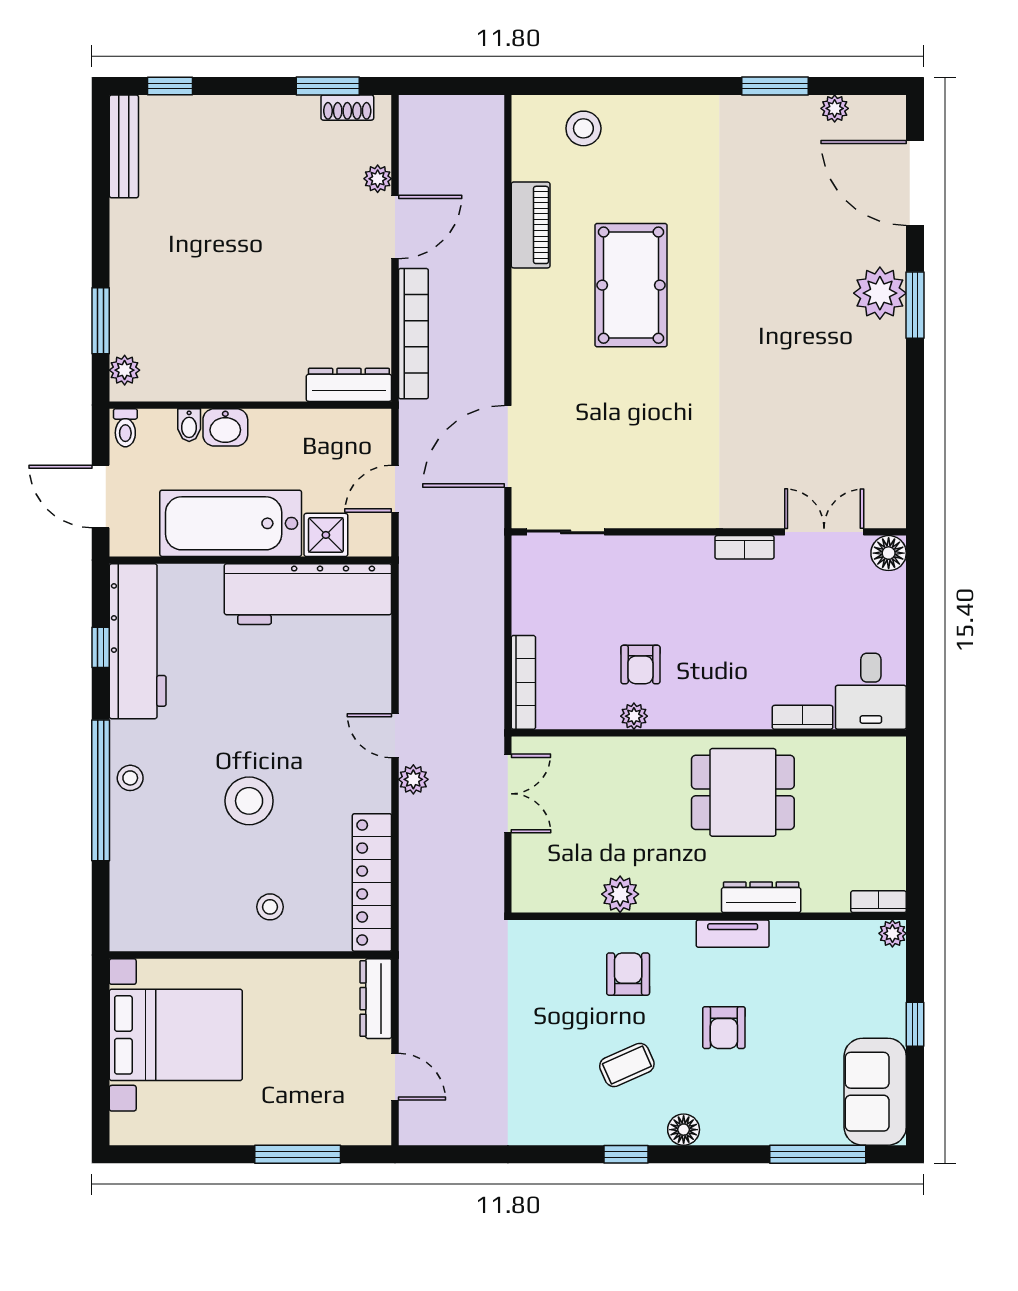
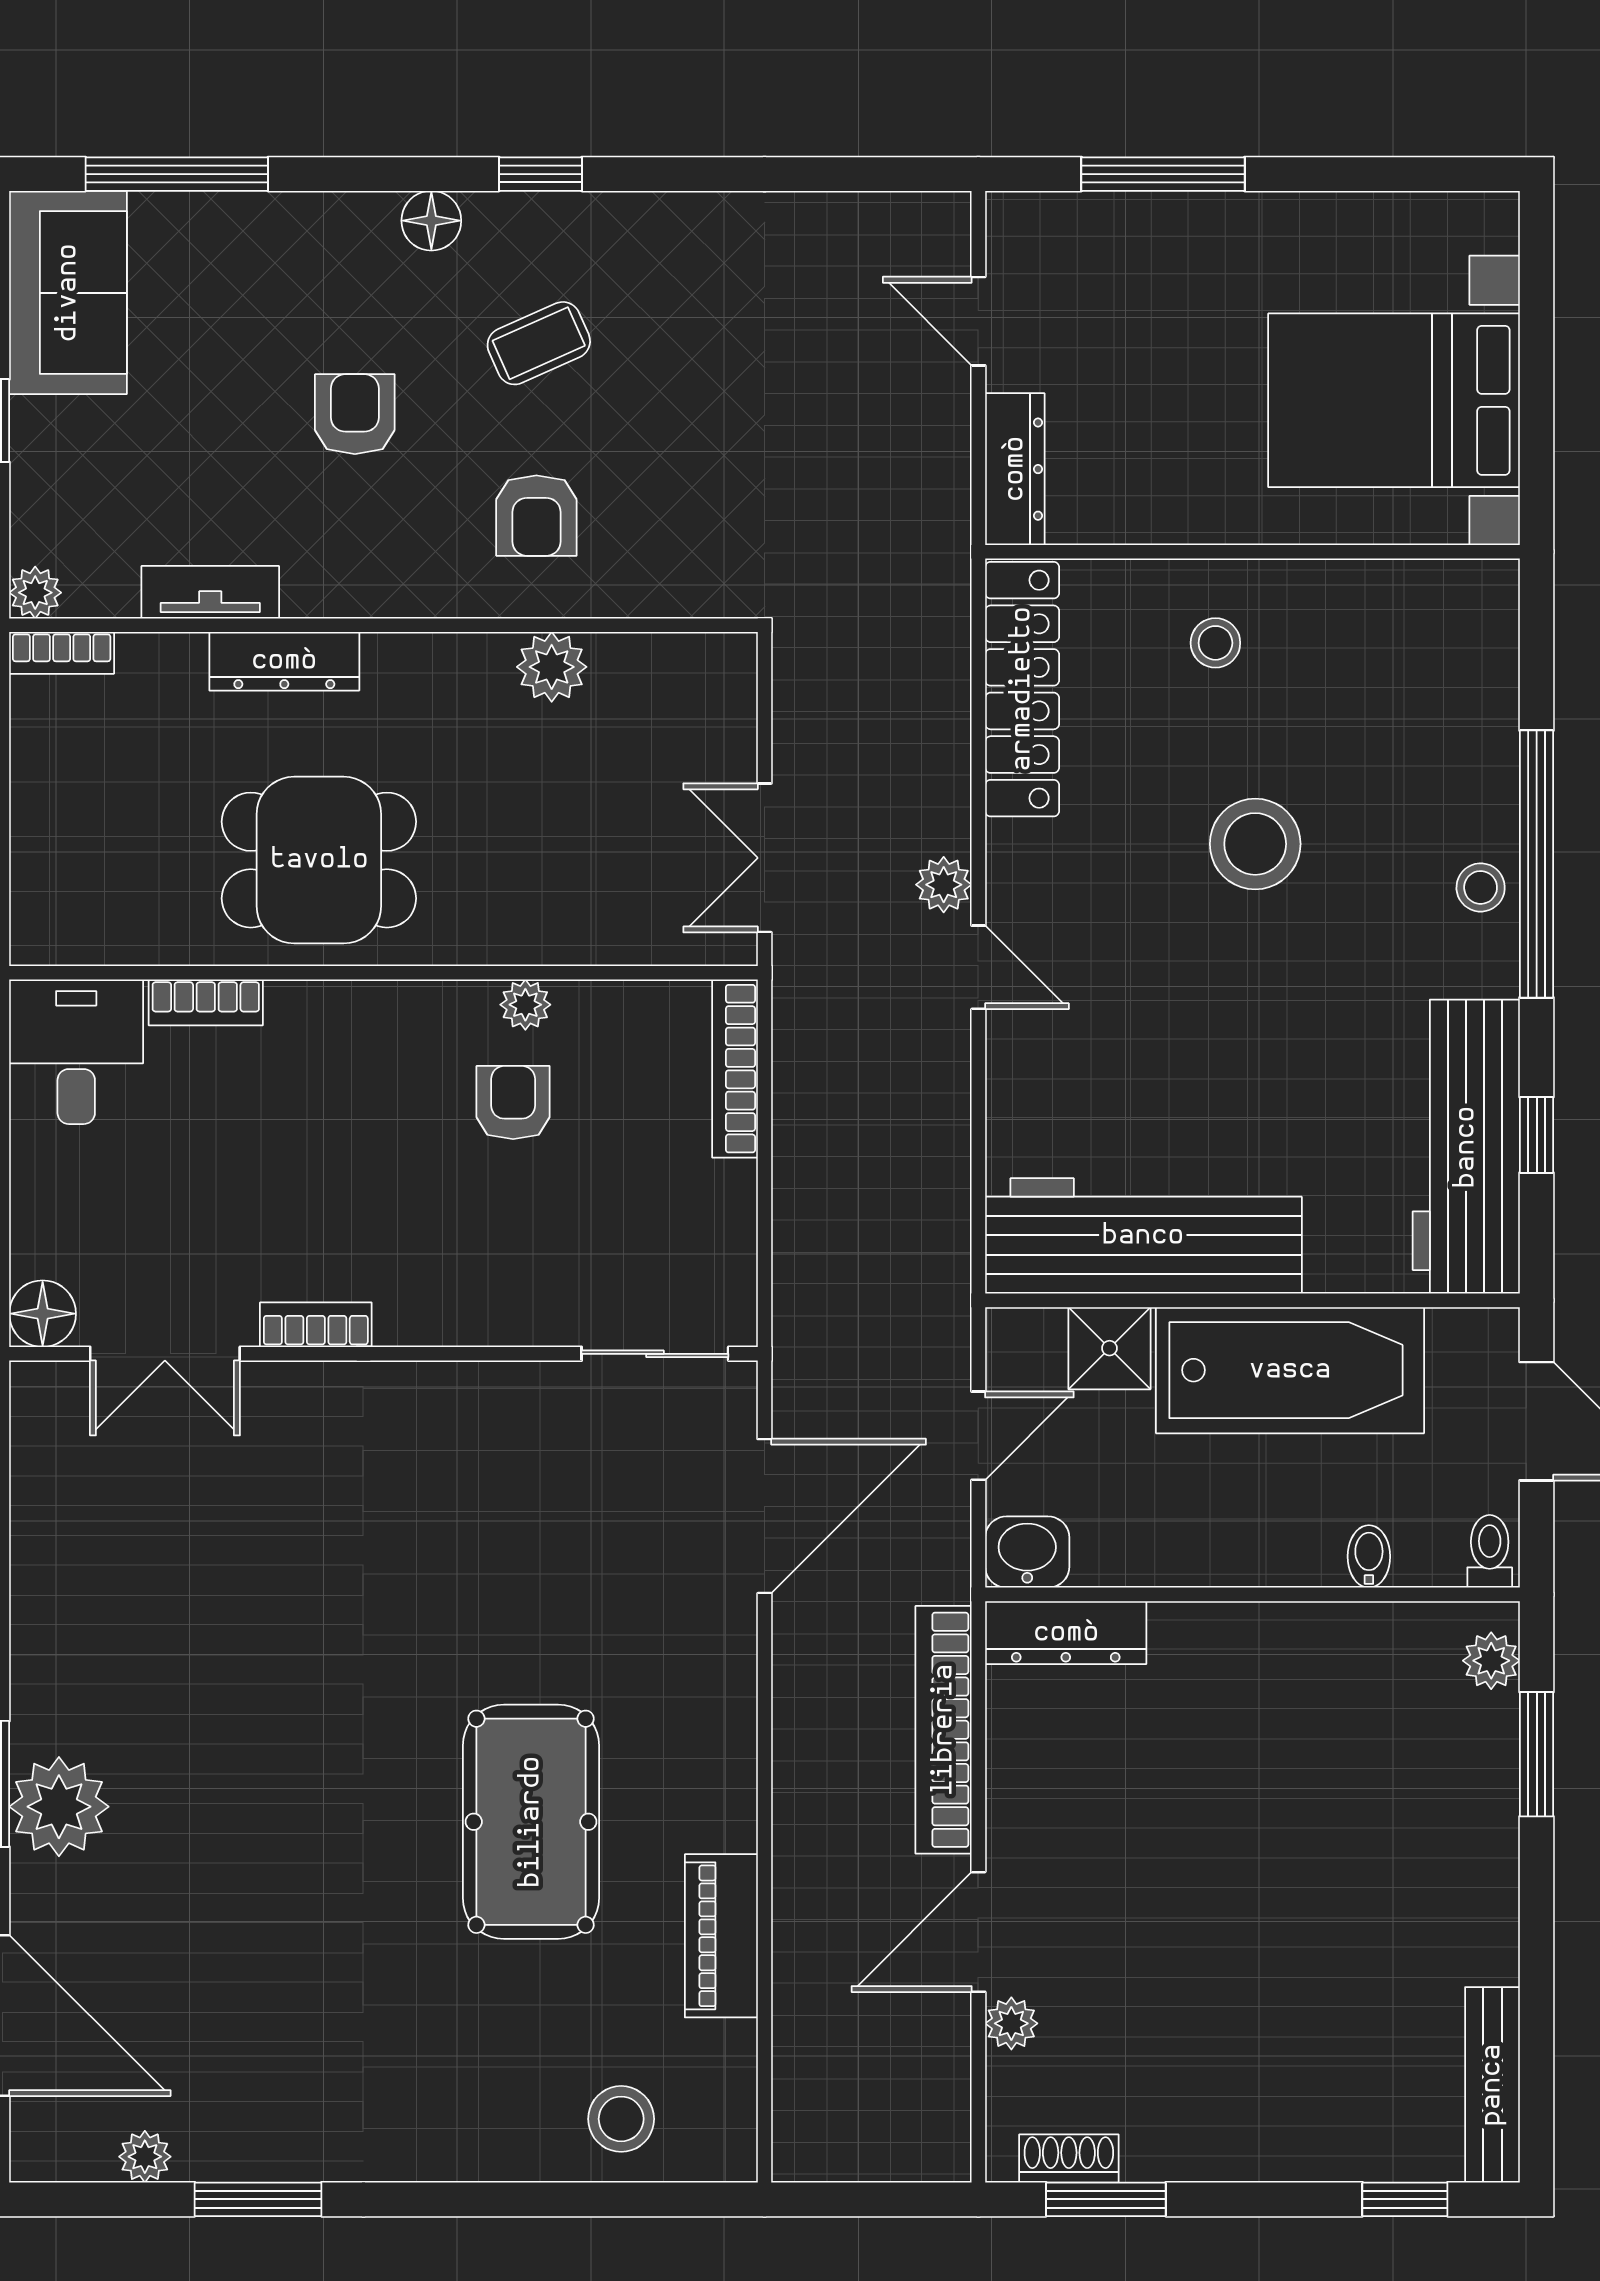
washbasin: (225, 427) -> (1027, 1552), moved
tv unit: (733, 934) -> (210, 592), moved

